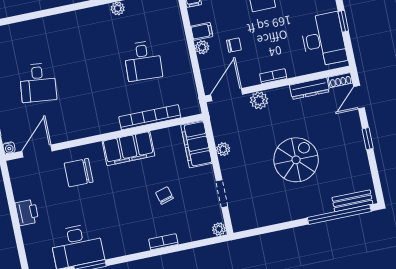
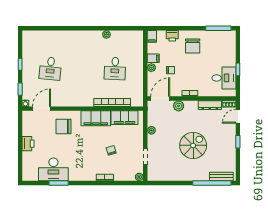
desk: (323, 40) -> (224, 78), width x0.73
filing cabinet: (196, 144) -> (125, 118), moved, turned -90

